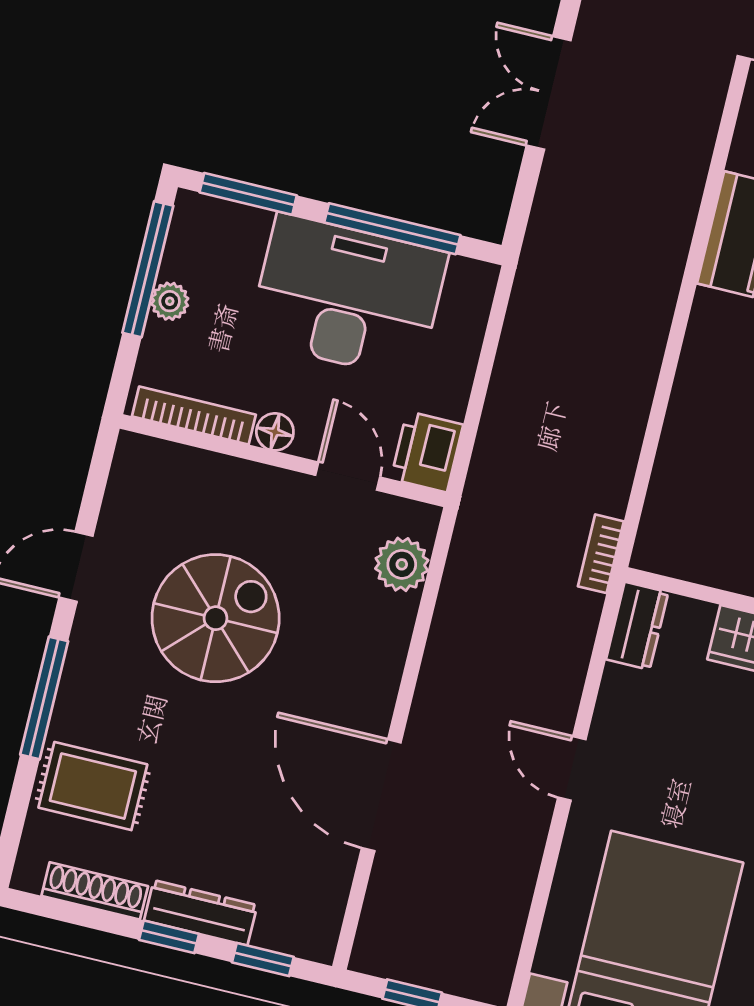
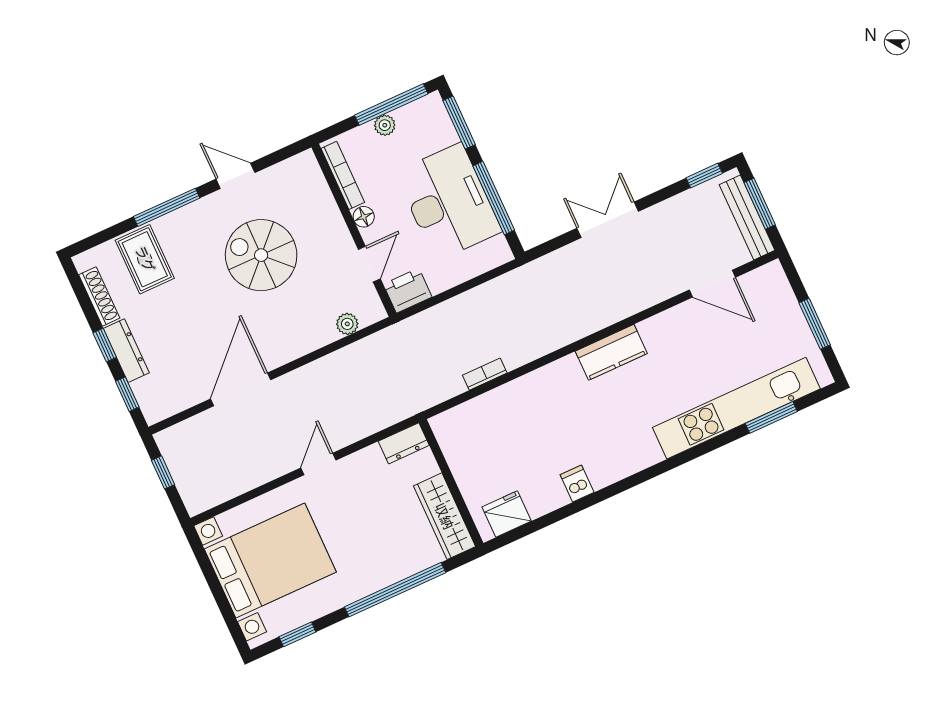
bookcase: (601, 554) -> (485, 374), moved
plant: (402, 564) -> (347, 324), width x0.73, depth x0.73
spiral stairs: (216, 618) -> (261, 255), turned 180

